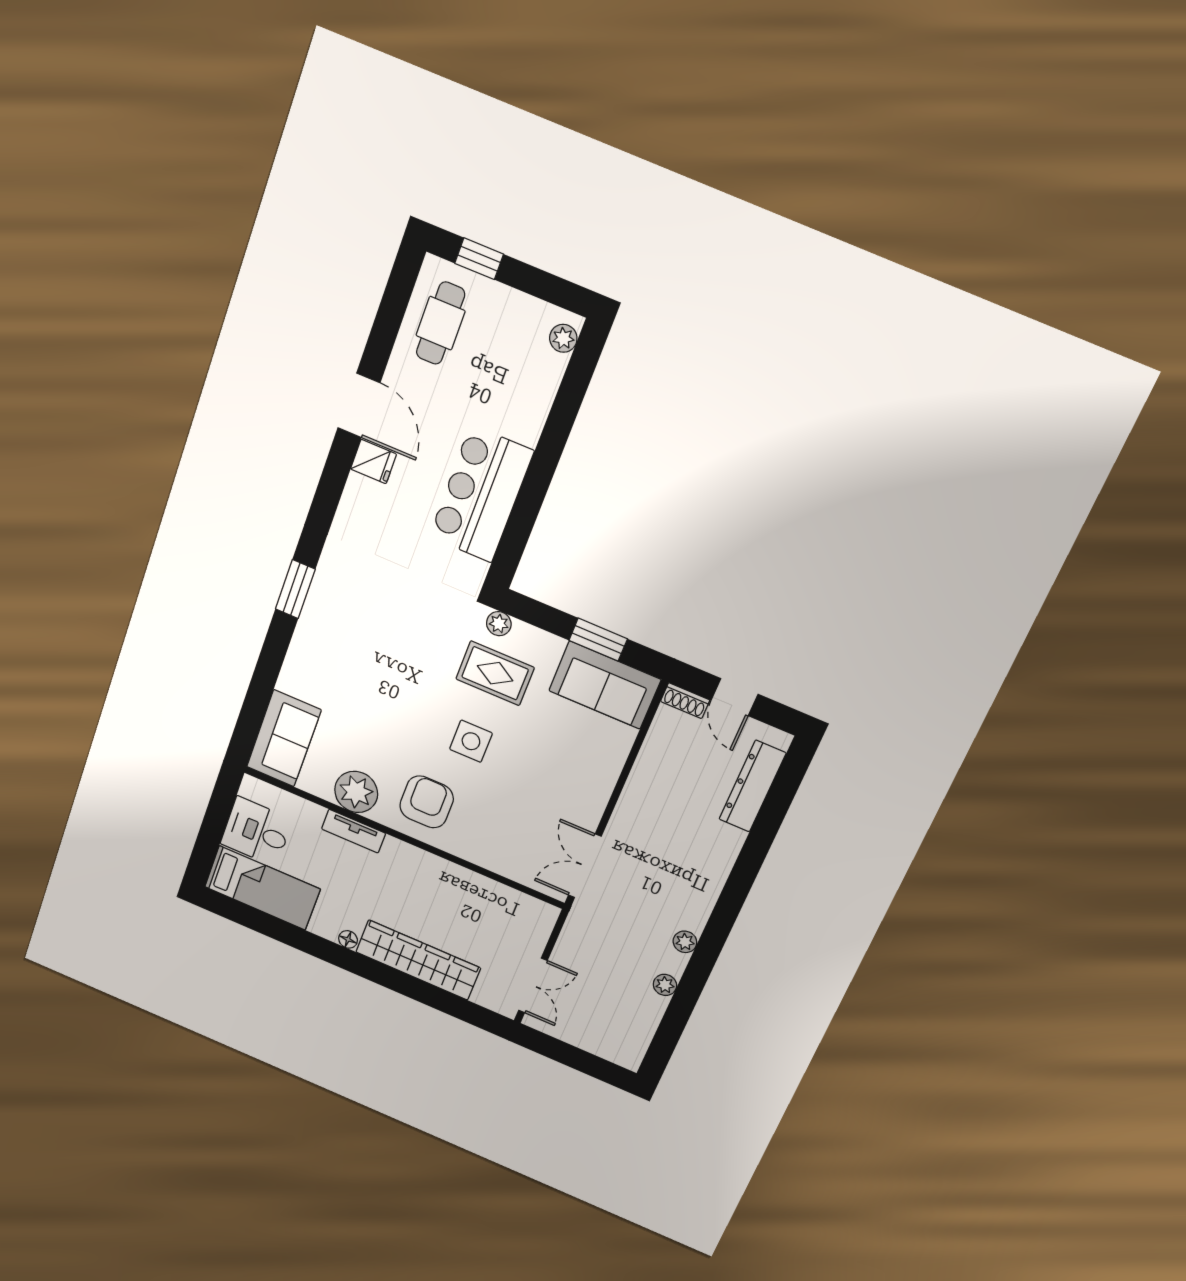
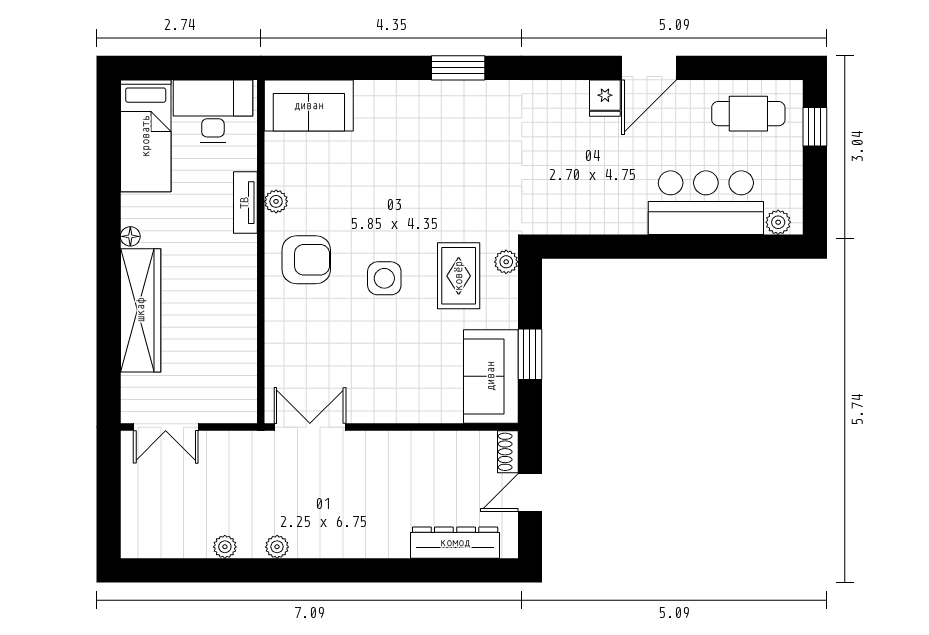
bar counter: (481, 494) -> (706, 203), moved
plant: (356, 792) -> (276, 201), width x0.53, depth x0.53
desk: (257, 832) -> (213, 111), width x1.37

